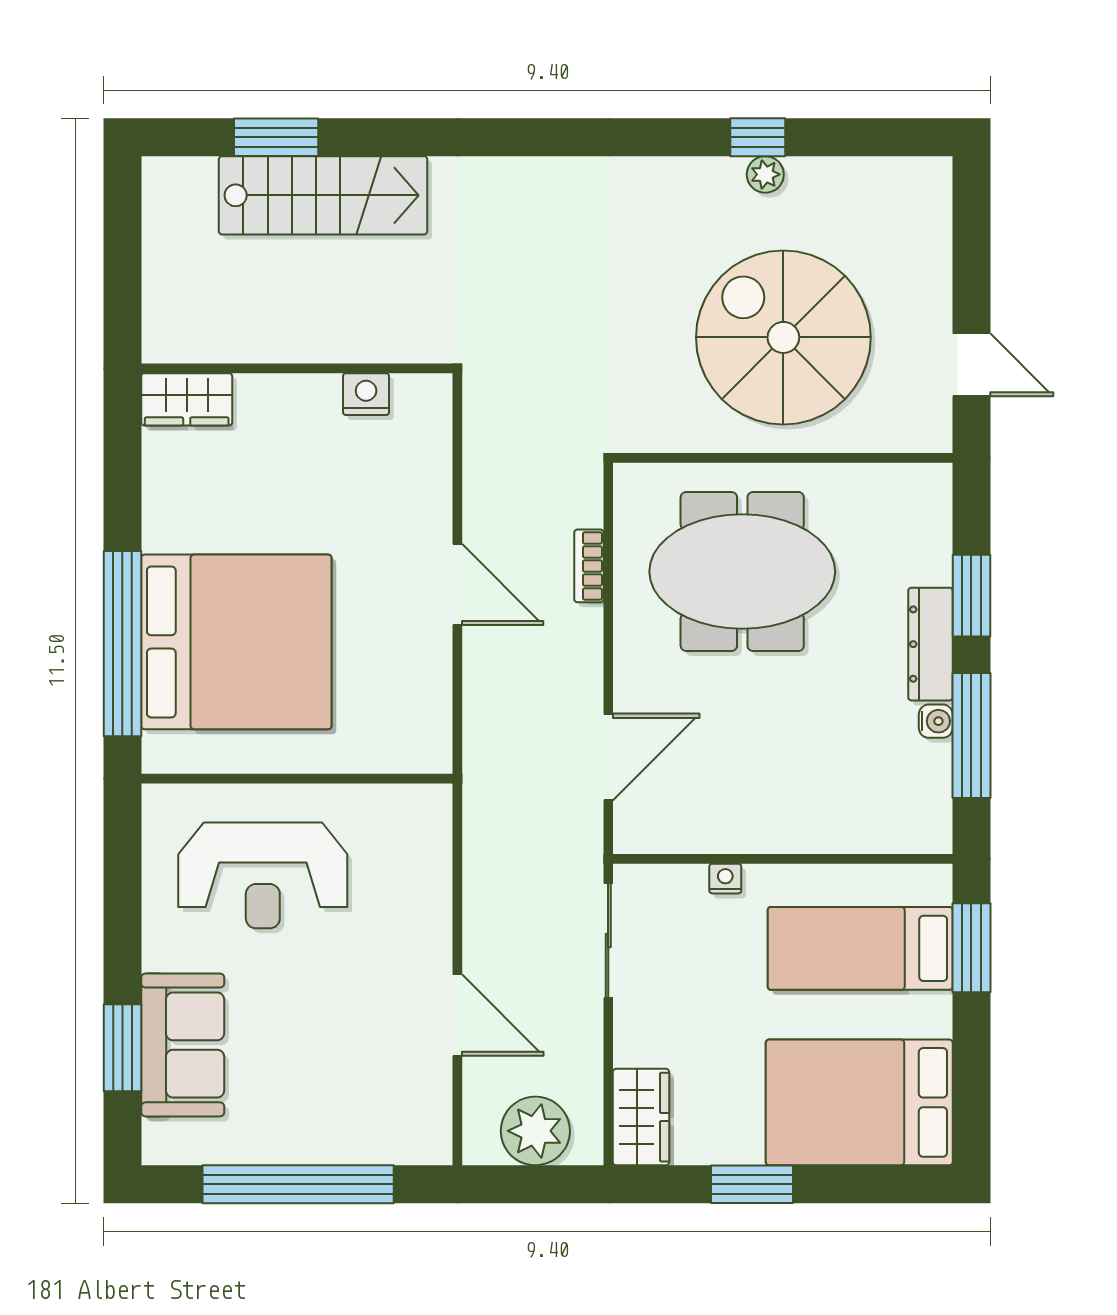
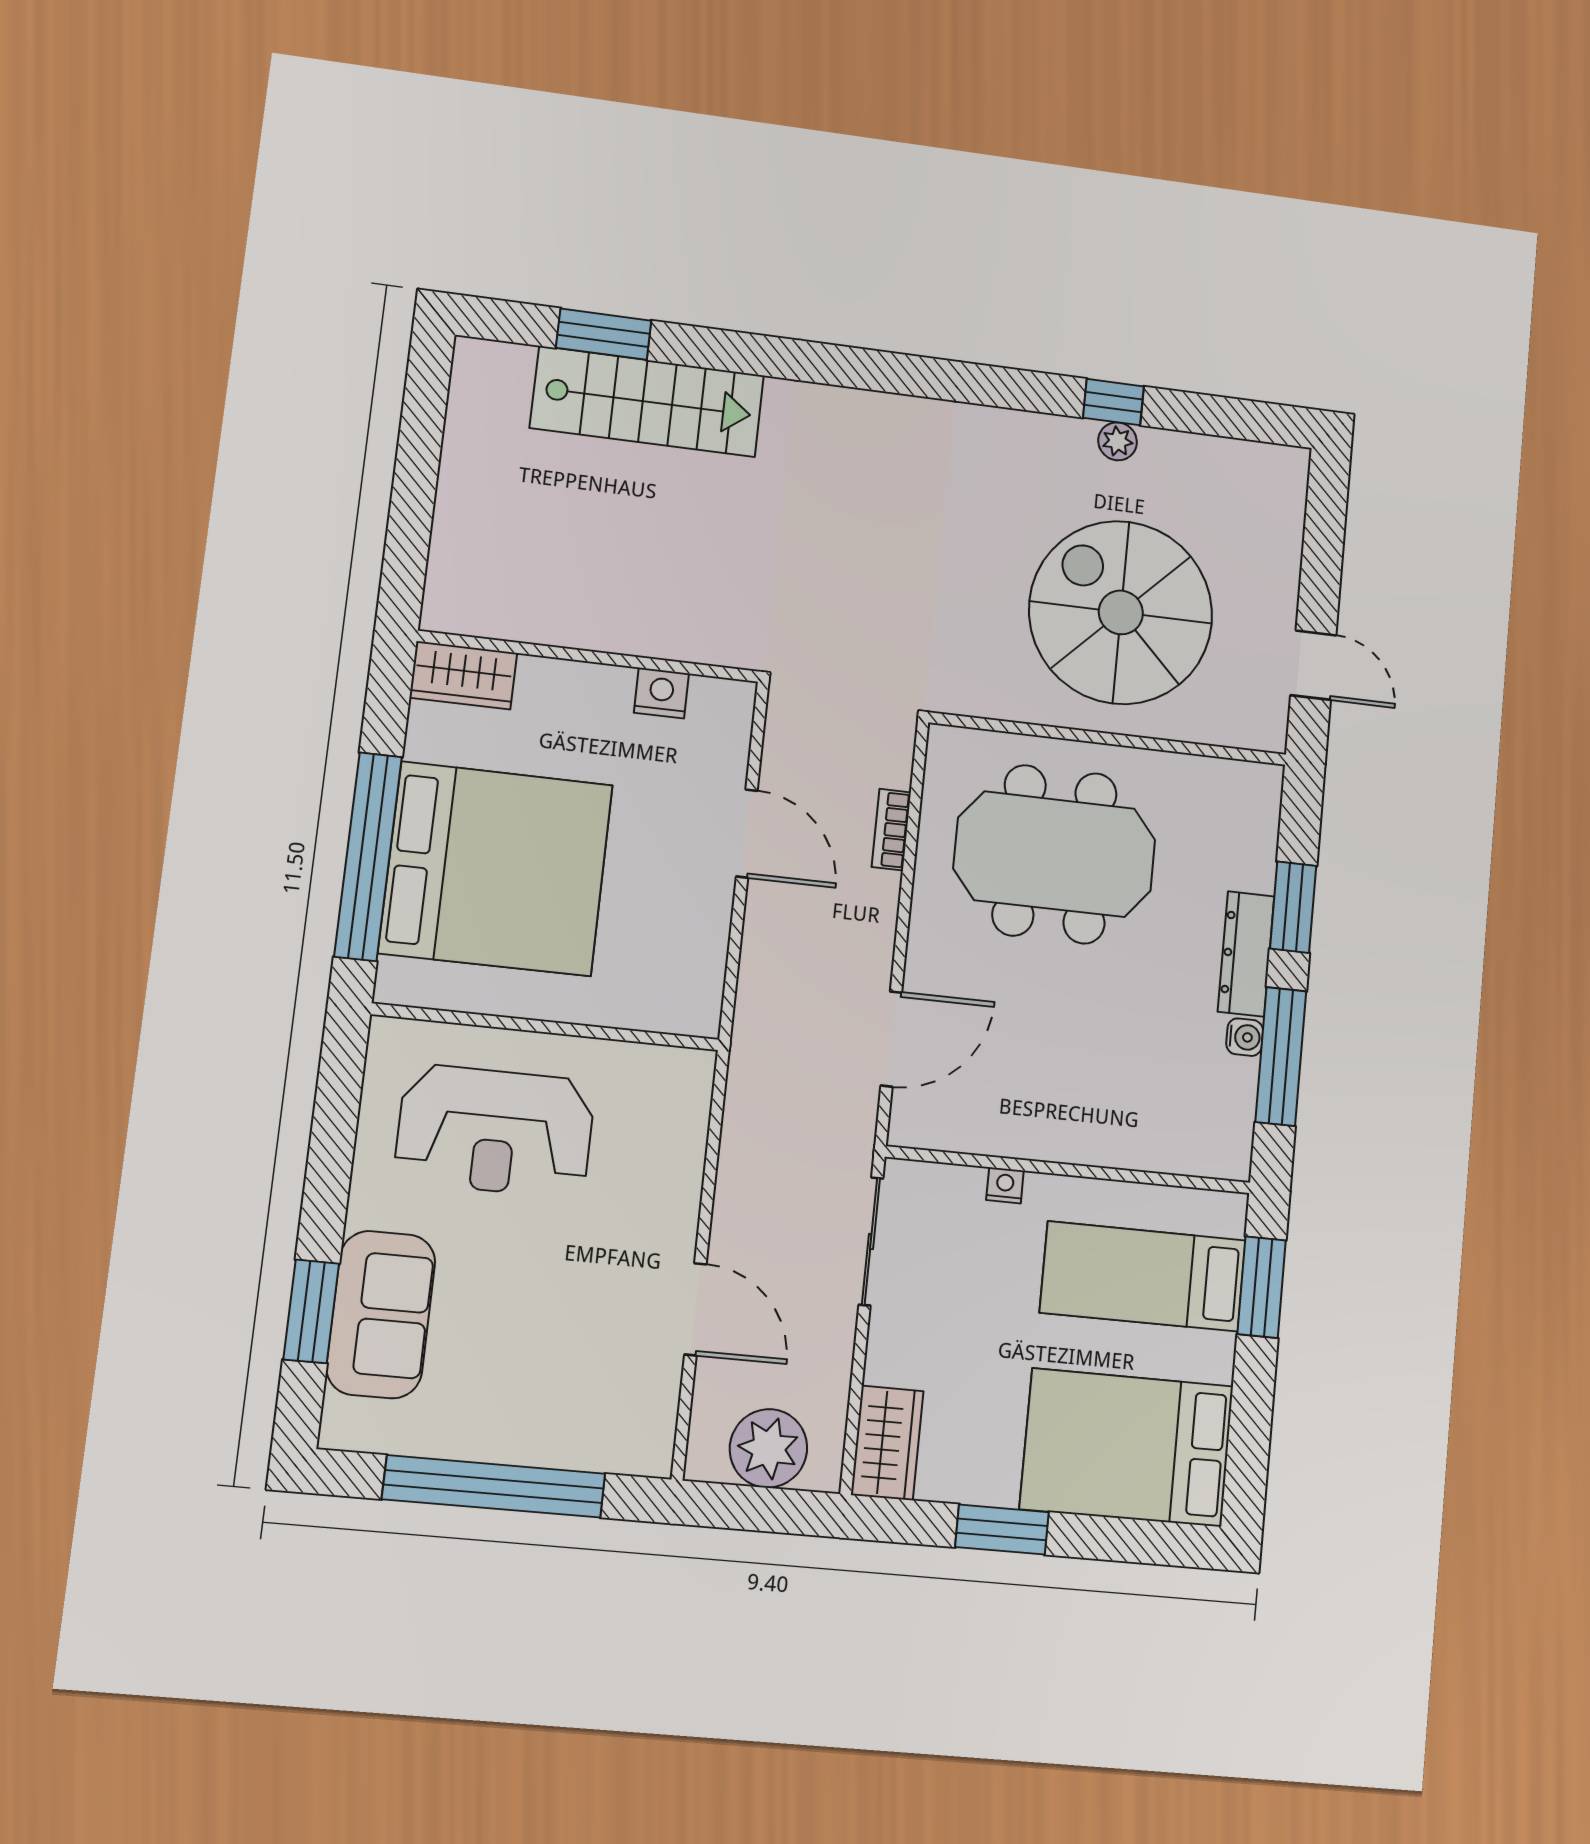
wall: (297, 368) -> (589, 656), moved
nightstand: (366, 394) -> (661, 693), moved
wardrobe: (187, 399) -> (463, 675), moved

